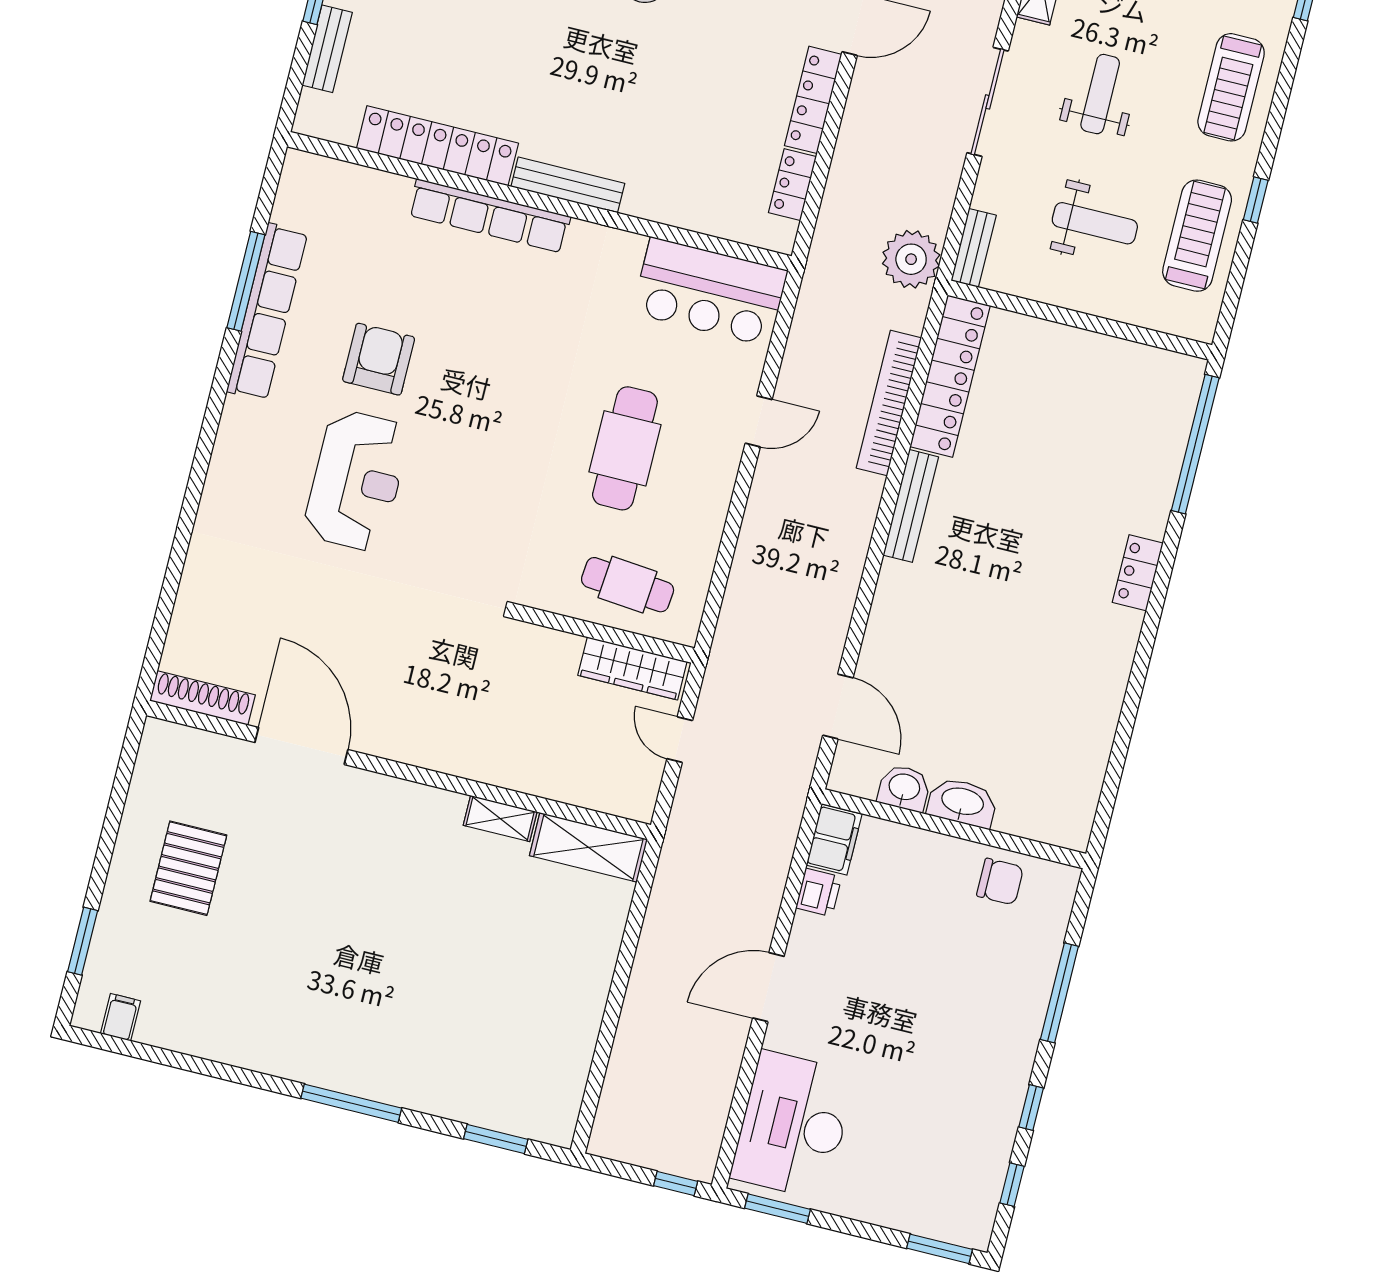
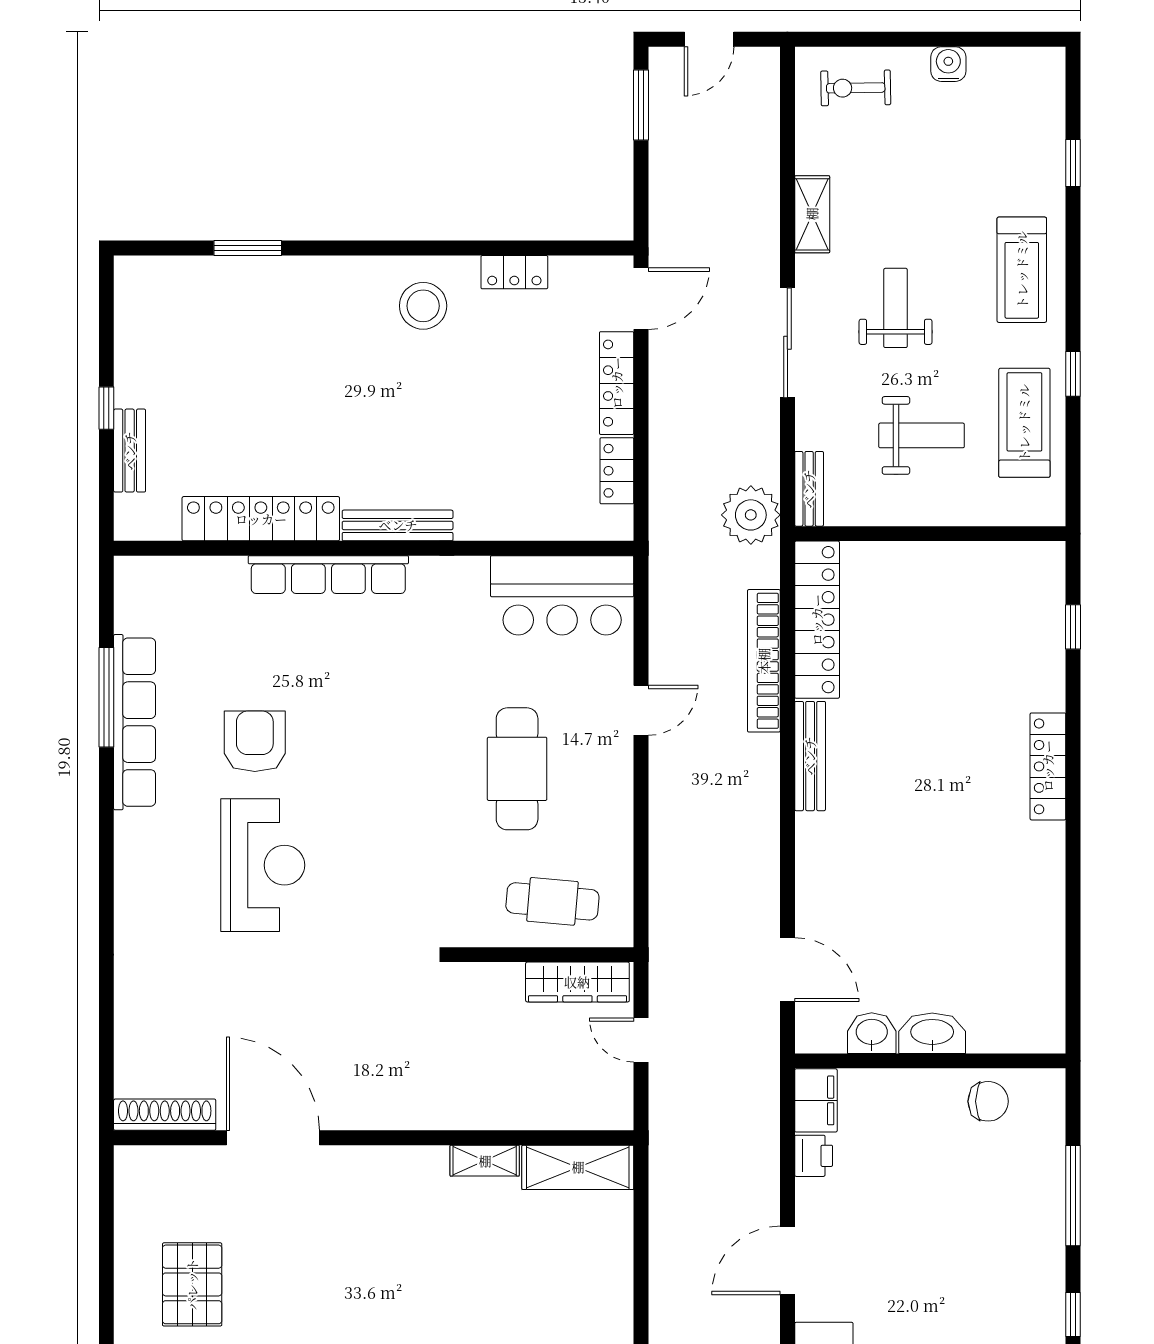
window: (1195, 444) -> (1073, 627), width x0.32
locker: (1138, 573) -> (1048, 766), width x1.53

